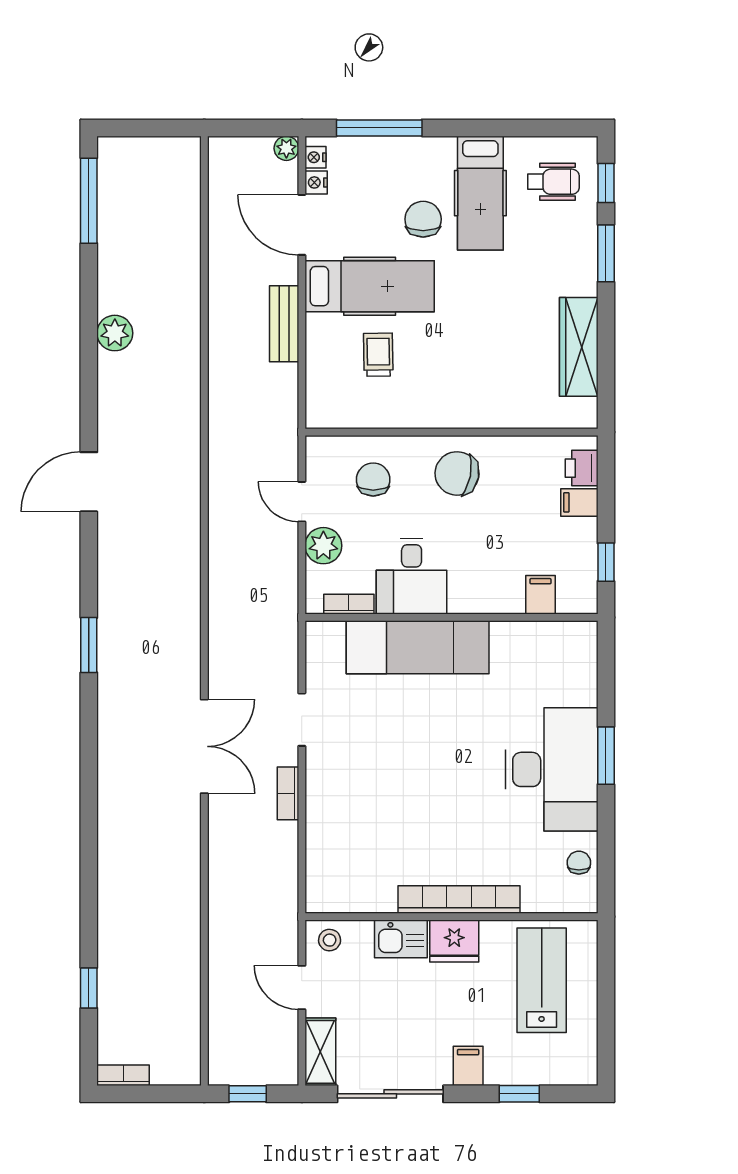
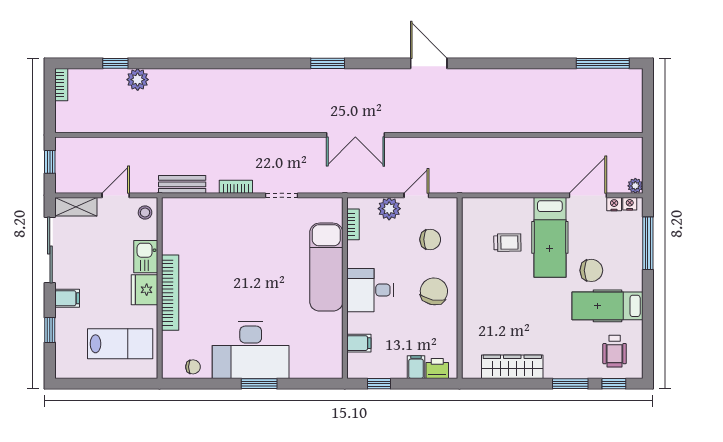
bench: (284, 324) -> (182, 184), moved
plant: (115, 333) -> (138, 80), moved
desk: (412, 576) -> (370, 290), moved
double door: (204, 746) -> (355, 135), moved

